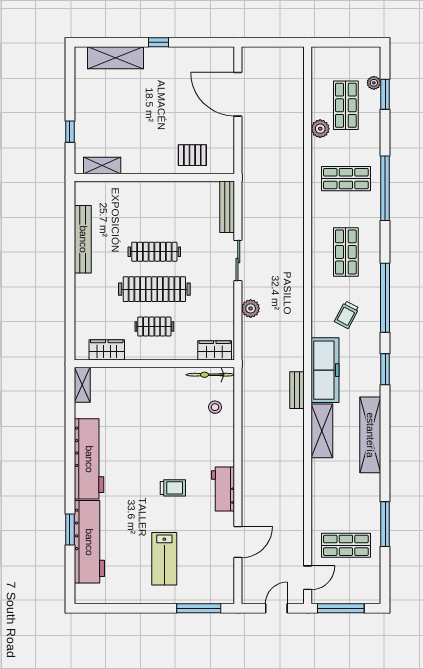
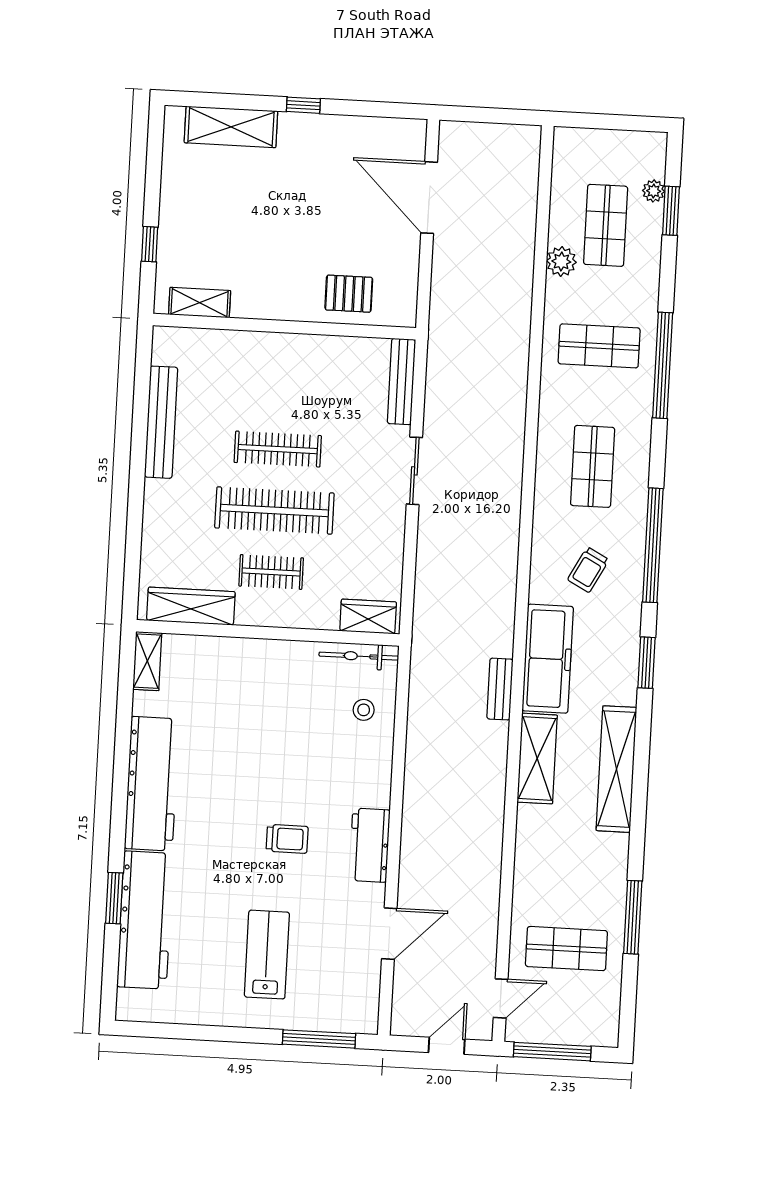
plant: (251, 308) -> (431, 551), removed
wardrobe: (107, 350) -> (191, 606), width x1.50
lab bench: (164, 559) -> (267, 955), turned 180

